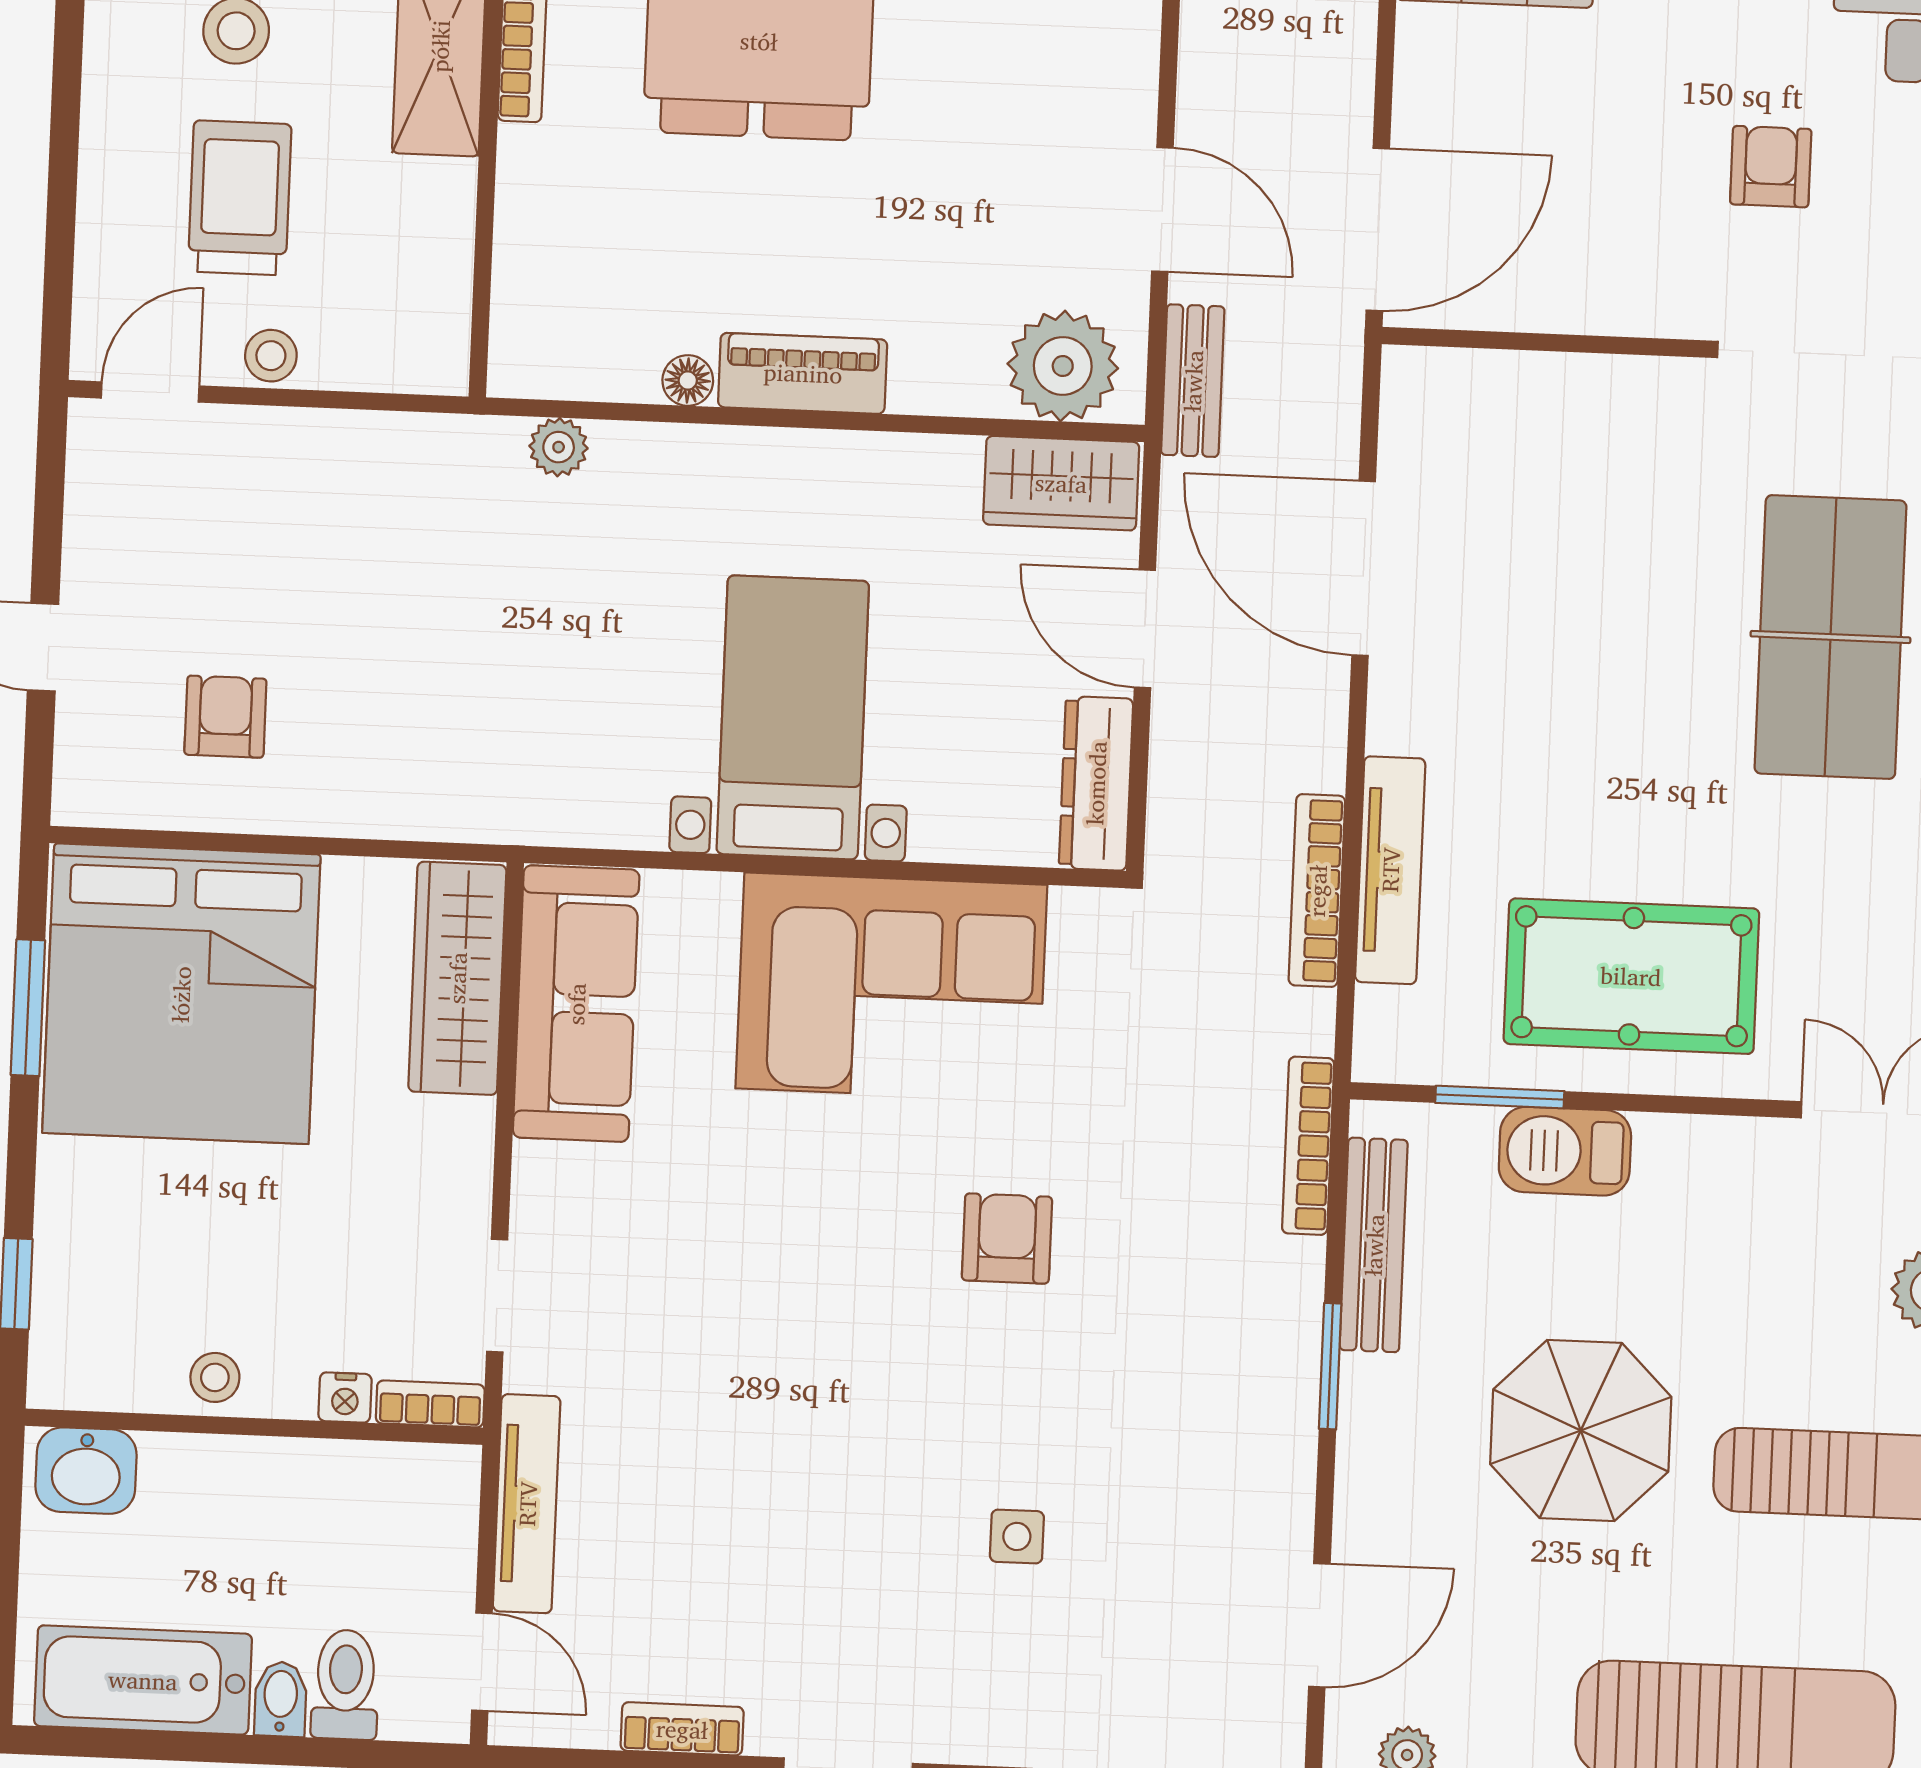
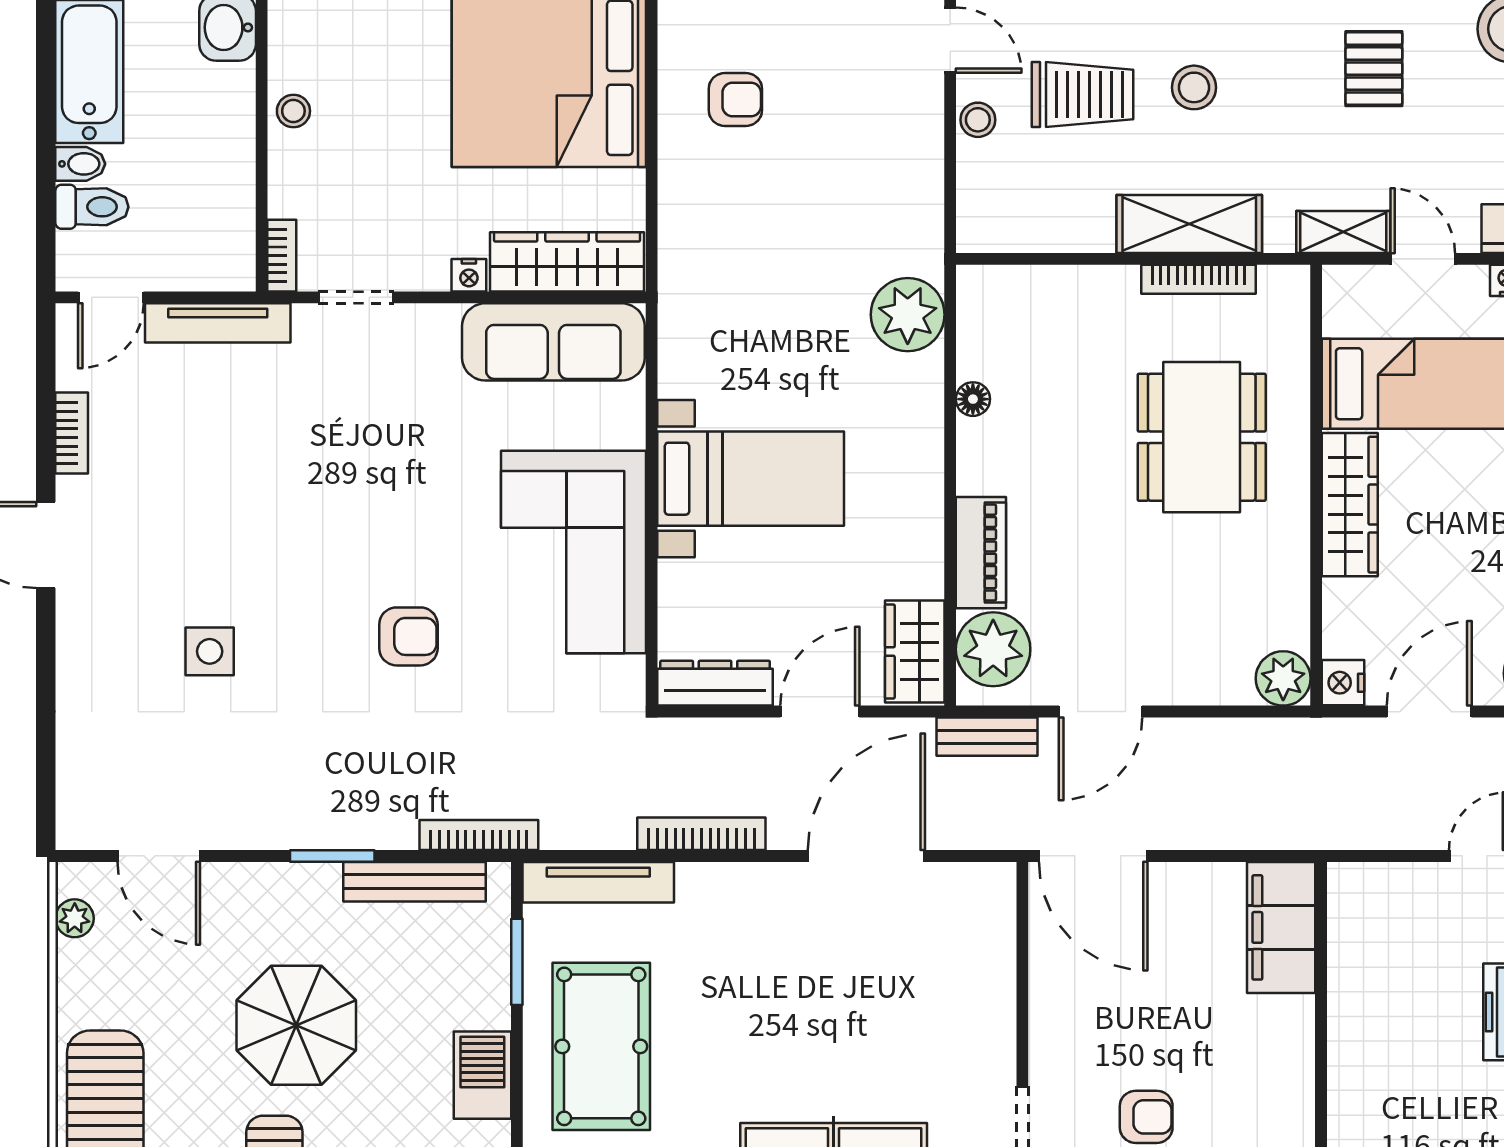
piano: (803, 373) -> (981, 553), moved
plant: (559, 447) -> (908, 315), width x1.87, depth x1.87
tv unit: (1390, 870) -> (598, 882), moved
bookcase: (1317, 891) -> (701, 834), moved
barbecue: (1565, 1151) -> (482, 1075), moved
nightstand: (345, 1398) -> (469, 275), moved, turned -90
side table: (1017, 1536) -> (210, 651), width x1.37, depth x1.37

